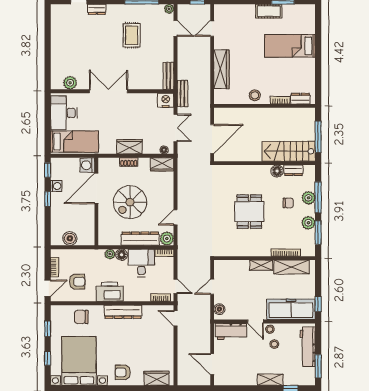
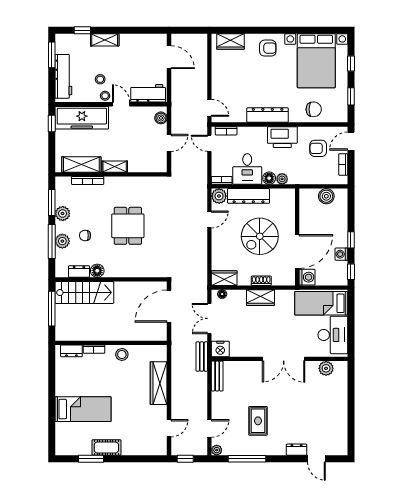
door: (176, 28) -> (209, 428), swing flipped
spiral stairs: (130, 202) -> (260, 236), turned 180

